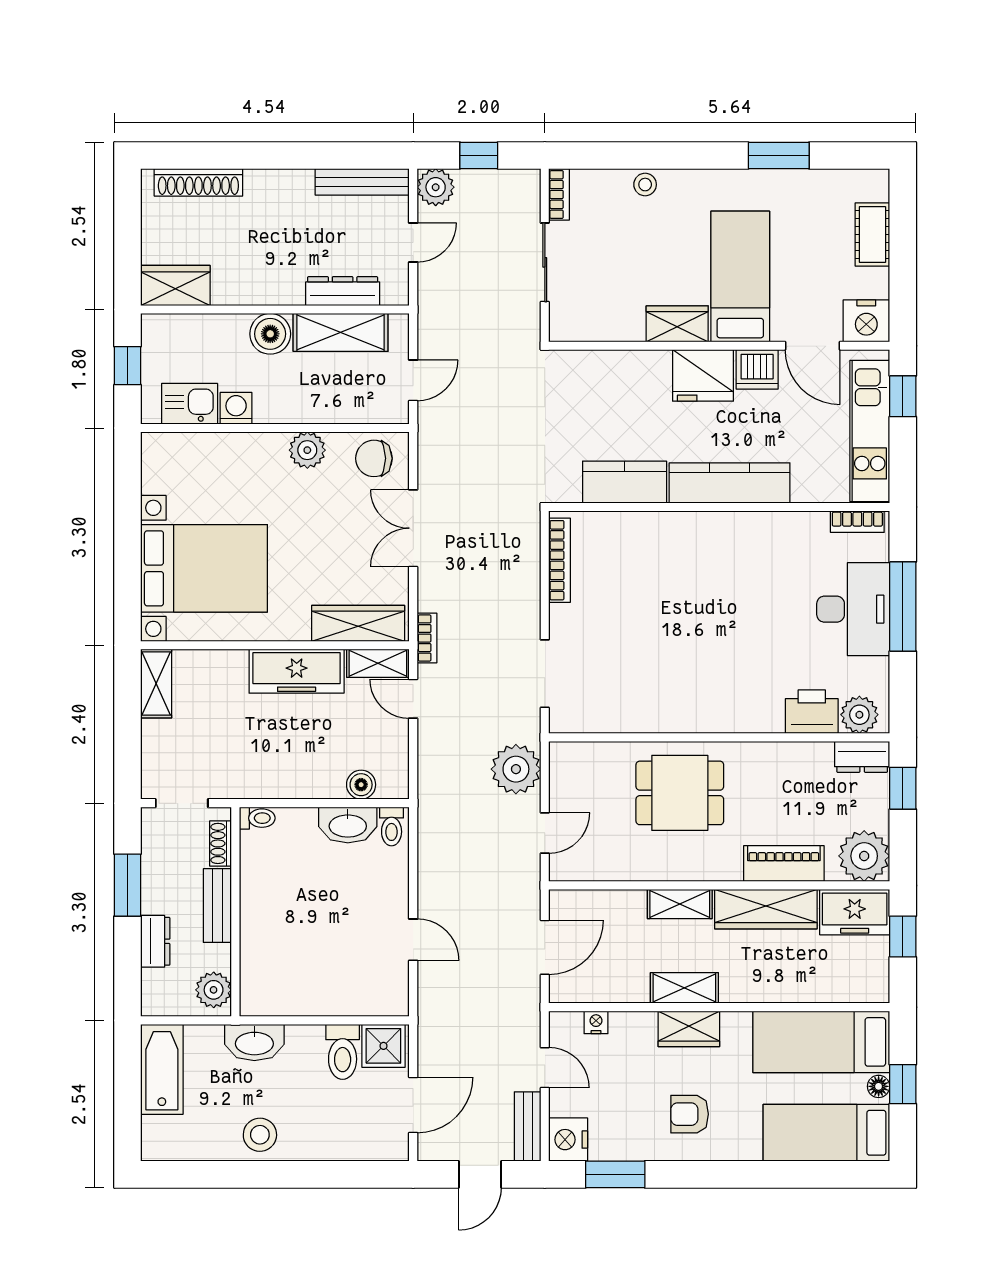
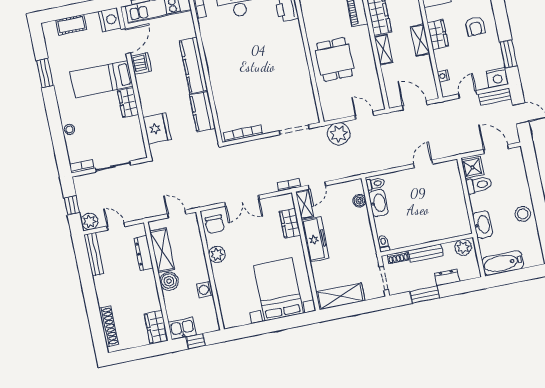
fridge: (703, 375) -> (157, 128), moved
kitchen sink: (190, 404) -> (182, 329), moved, turned 90
wardrobe: (358, 623) -> (290, 223), width x0.67
shelving: (156, 684) -> (340, 296), width x1.50, depth x1.33

